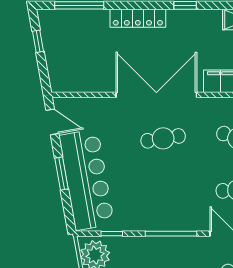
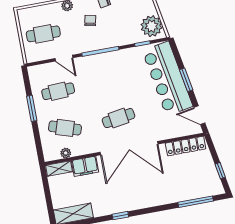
locker: (138, 18) -> (186, 146), moved, turned 180

